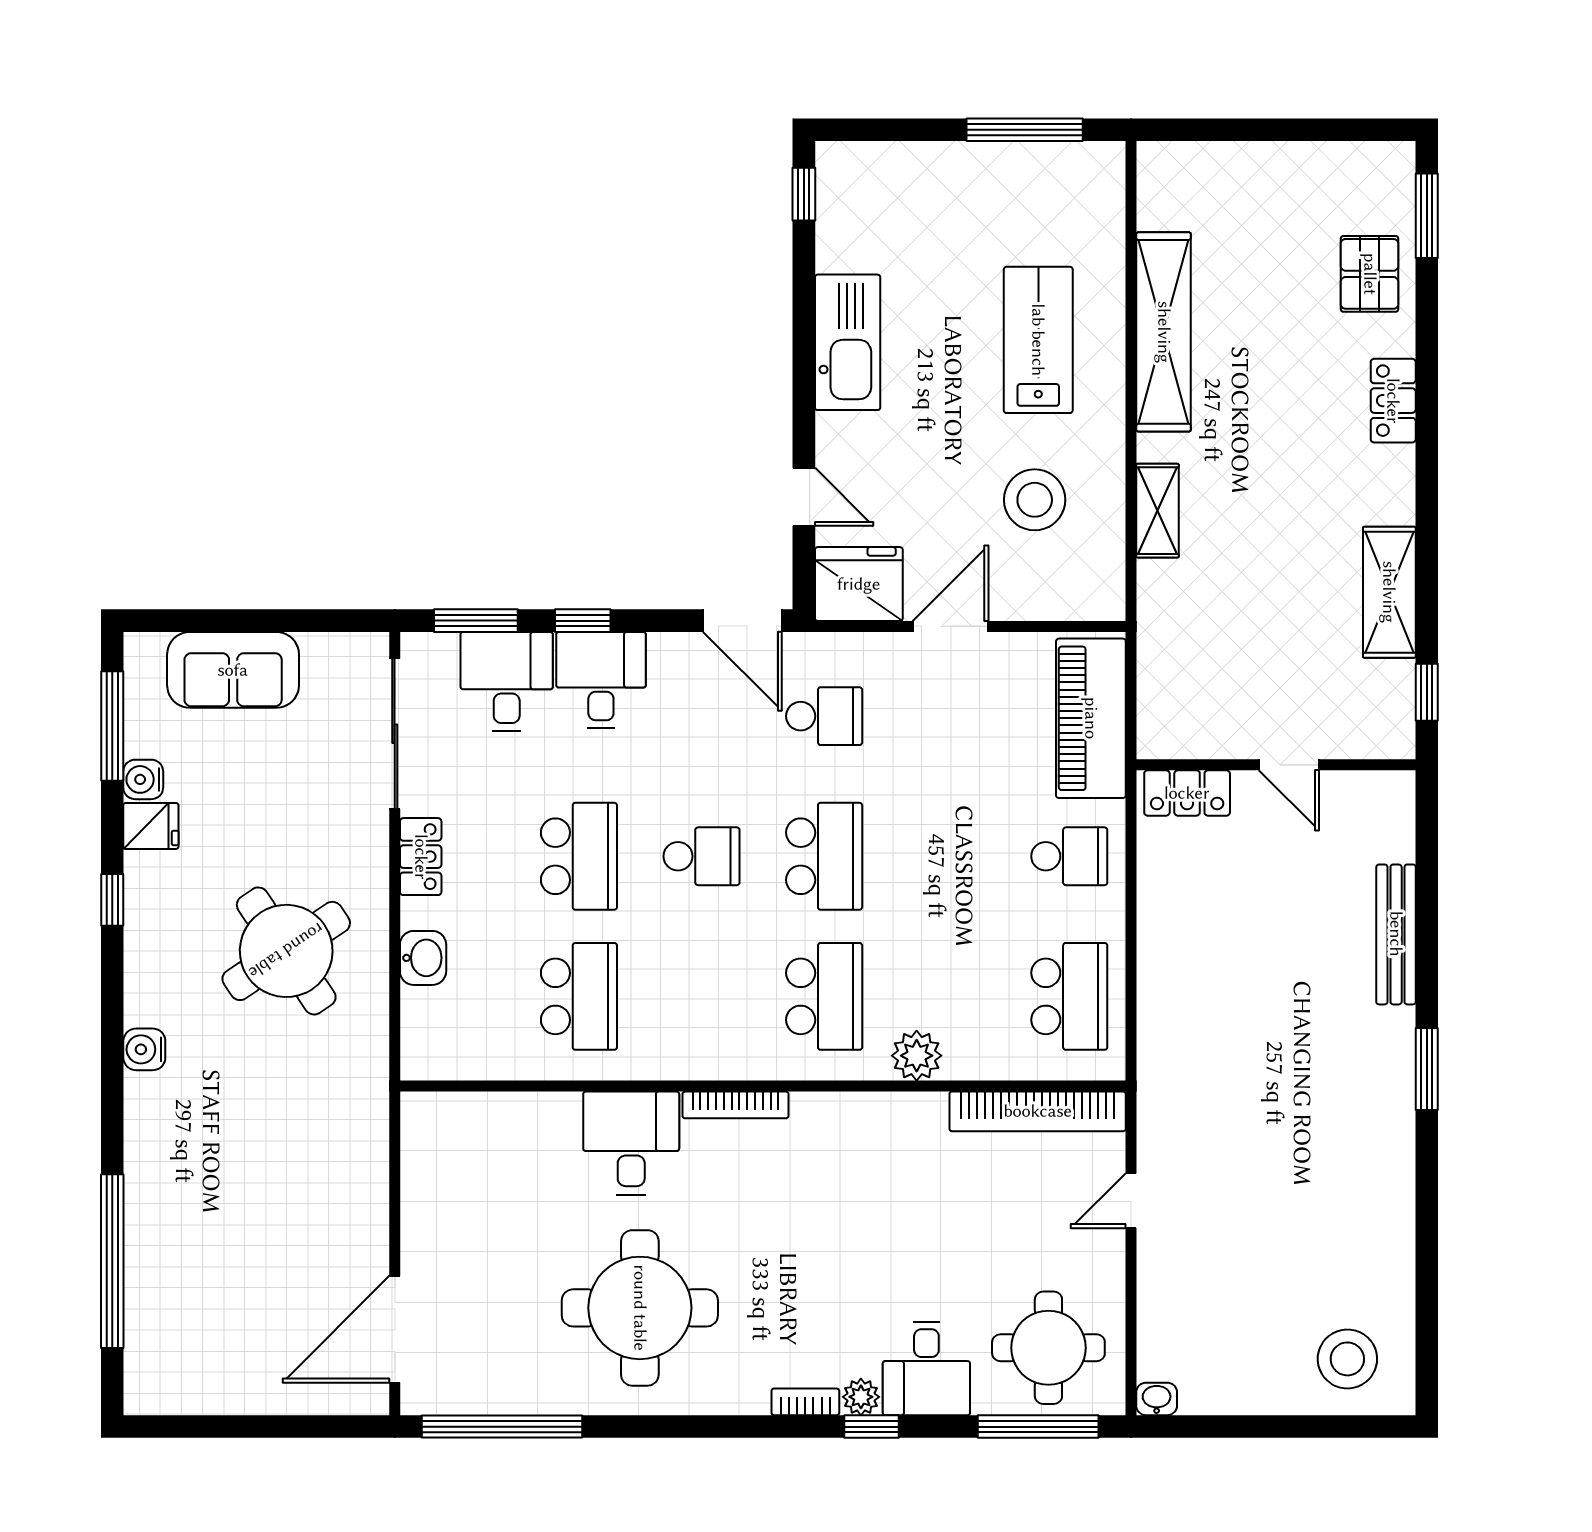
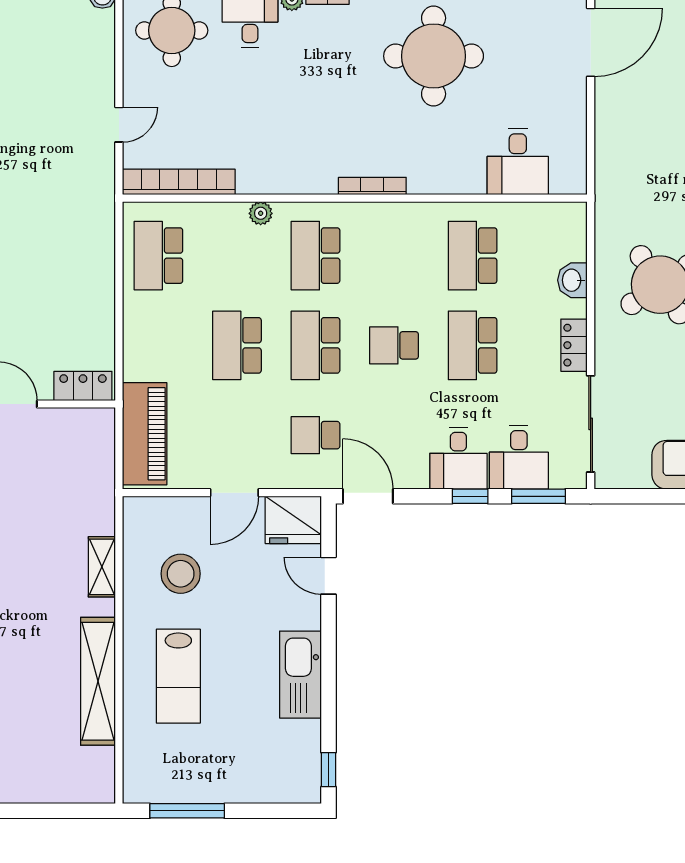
school desk: (1069, 856) -> (237, 345), moved, width x1.85
plant: (917, 1056) -> (261, 213), width x0.73, depth x0.73
desk: (631, 1143) -> (518, 162), moved

